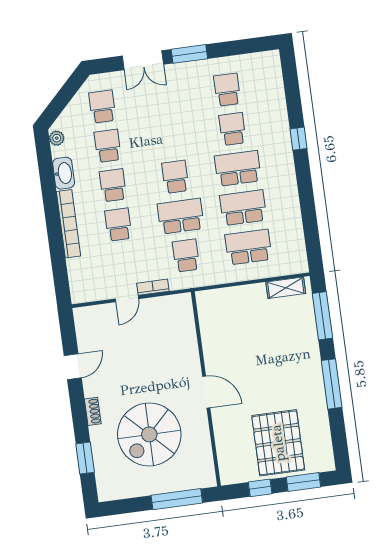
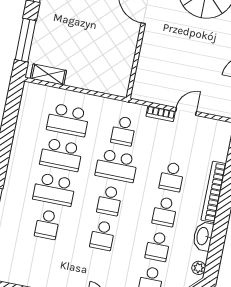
school desk: (227, 90) -> (103, 235), moved

